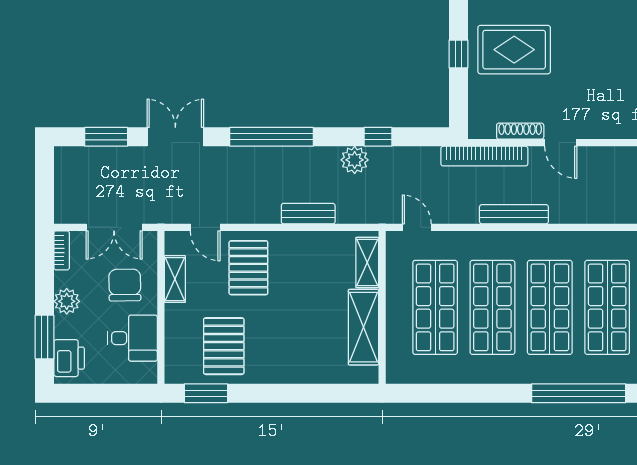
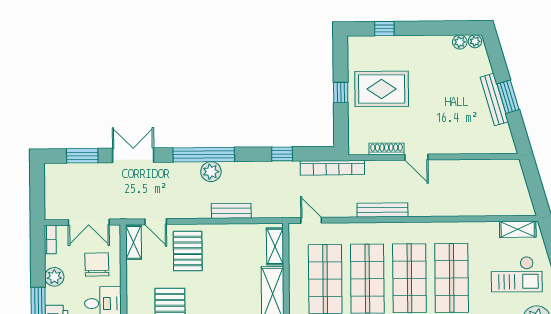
bookcase: (484, 156) -> (332, 168), moved
plant: (355, 160) -> (211, 172), moved
shelving: (175, 279) -> (134, 242), moved

